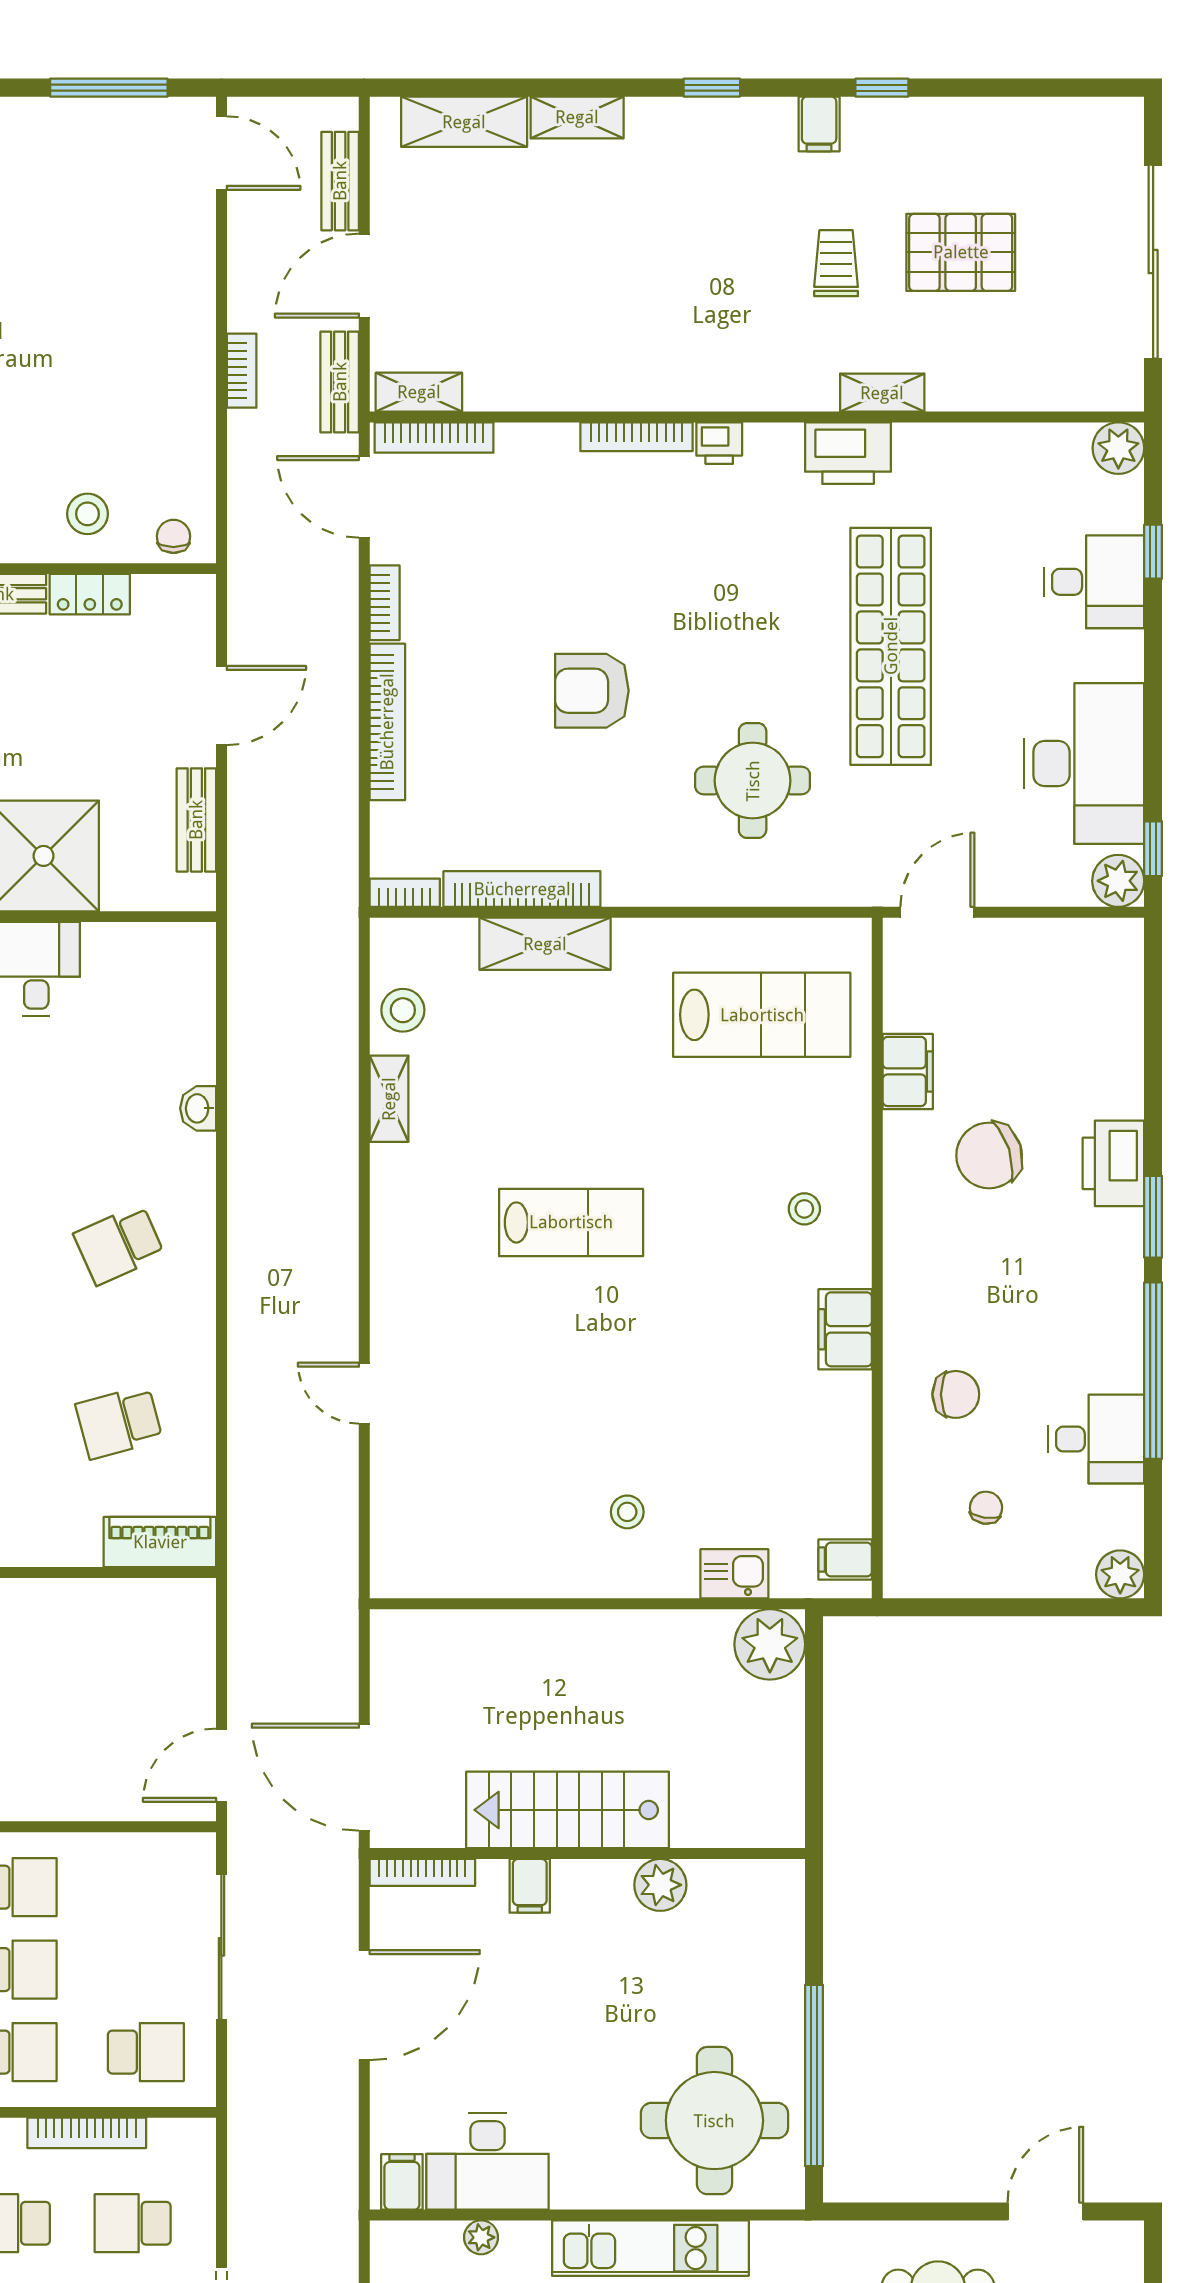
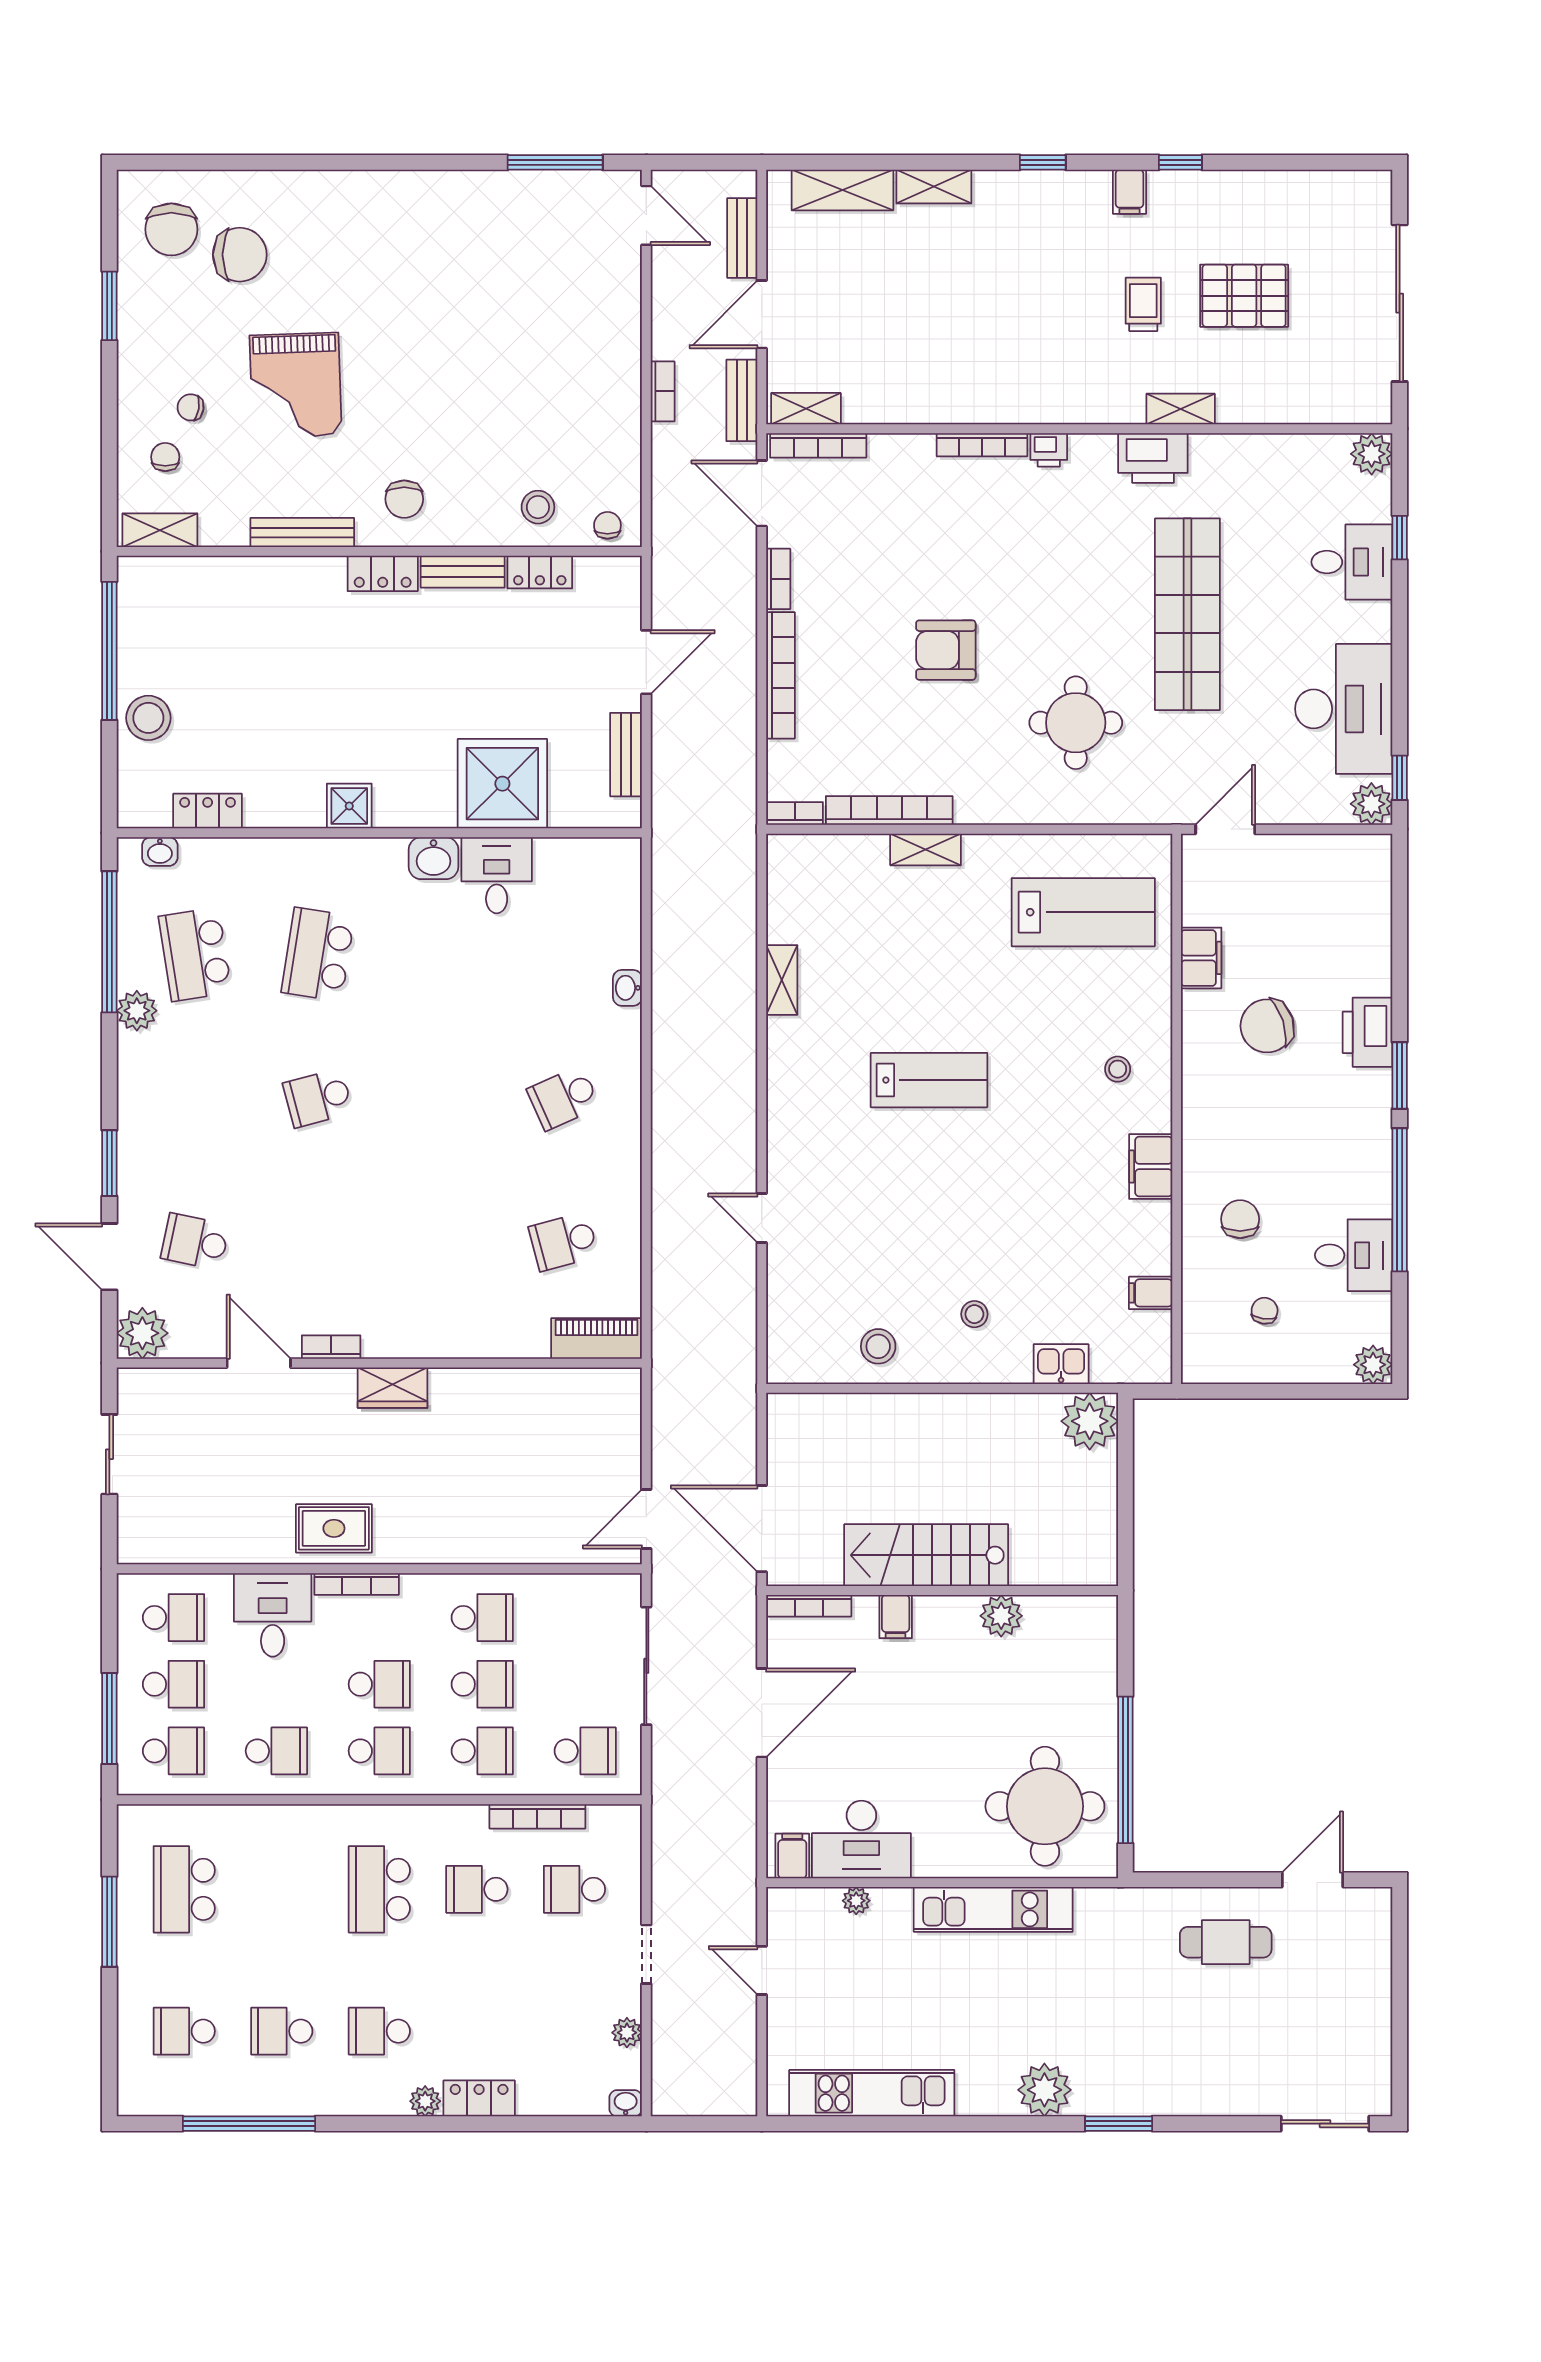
shelving: (545, 944) -> (926, 849), width x0.67, depth x0.75
stool: (403, 1010) -> (878, 1346), moved
chair: (956, 1394) -> (1240, 1219), turned -90
filing cabinet: (845, 1560) -> (1151, 1293), moved

